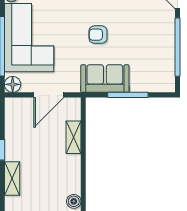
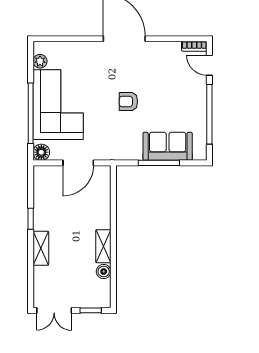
sofa: (105, 79) -> (168, 146), moved
shelving: (73, 137) -> (103, 246), moved

